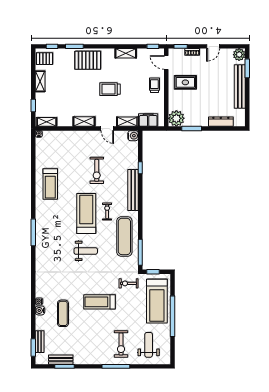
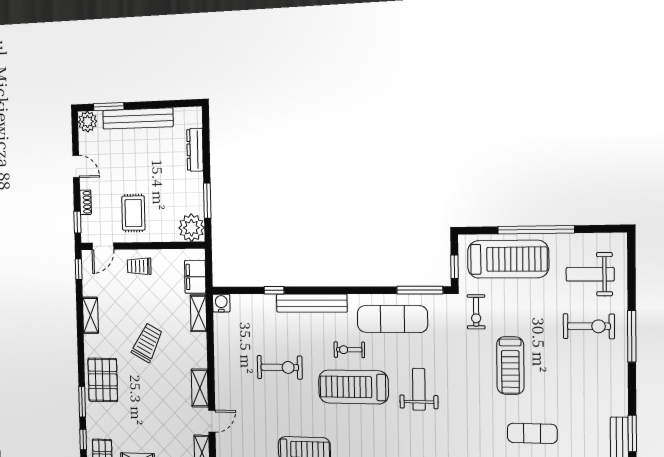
trolley: (110, 89) -> (147, 343), turned -152
door: (107, 128) -> (212, 421), moved

